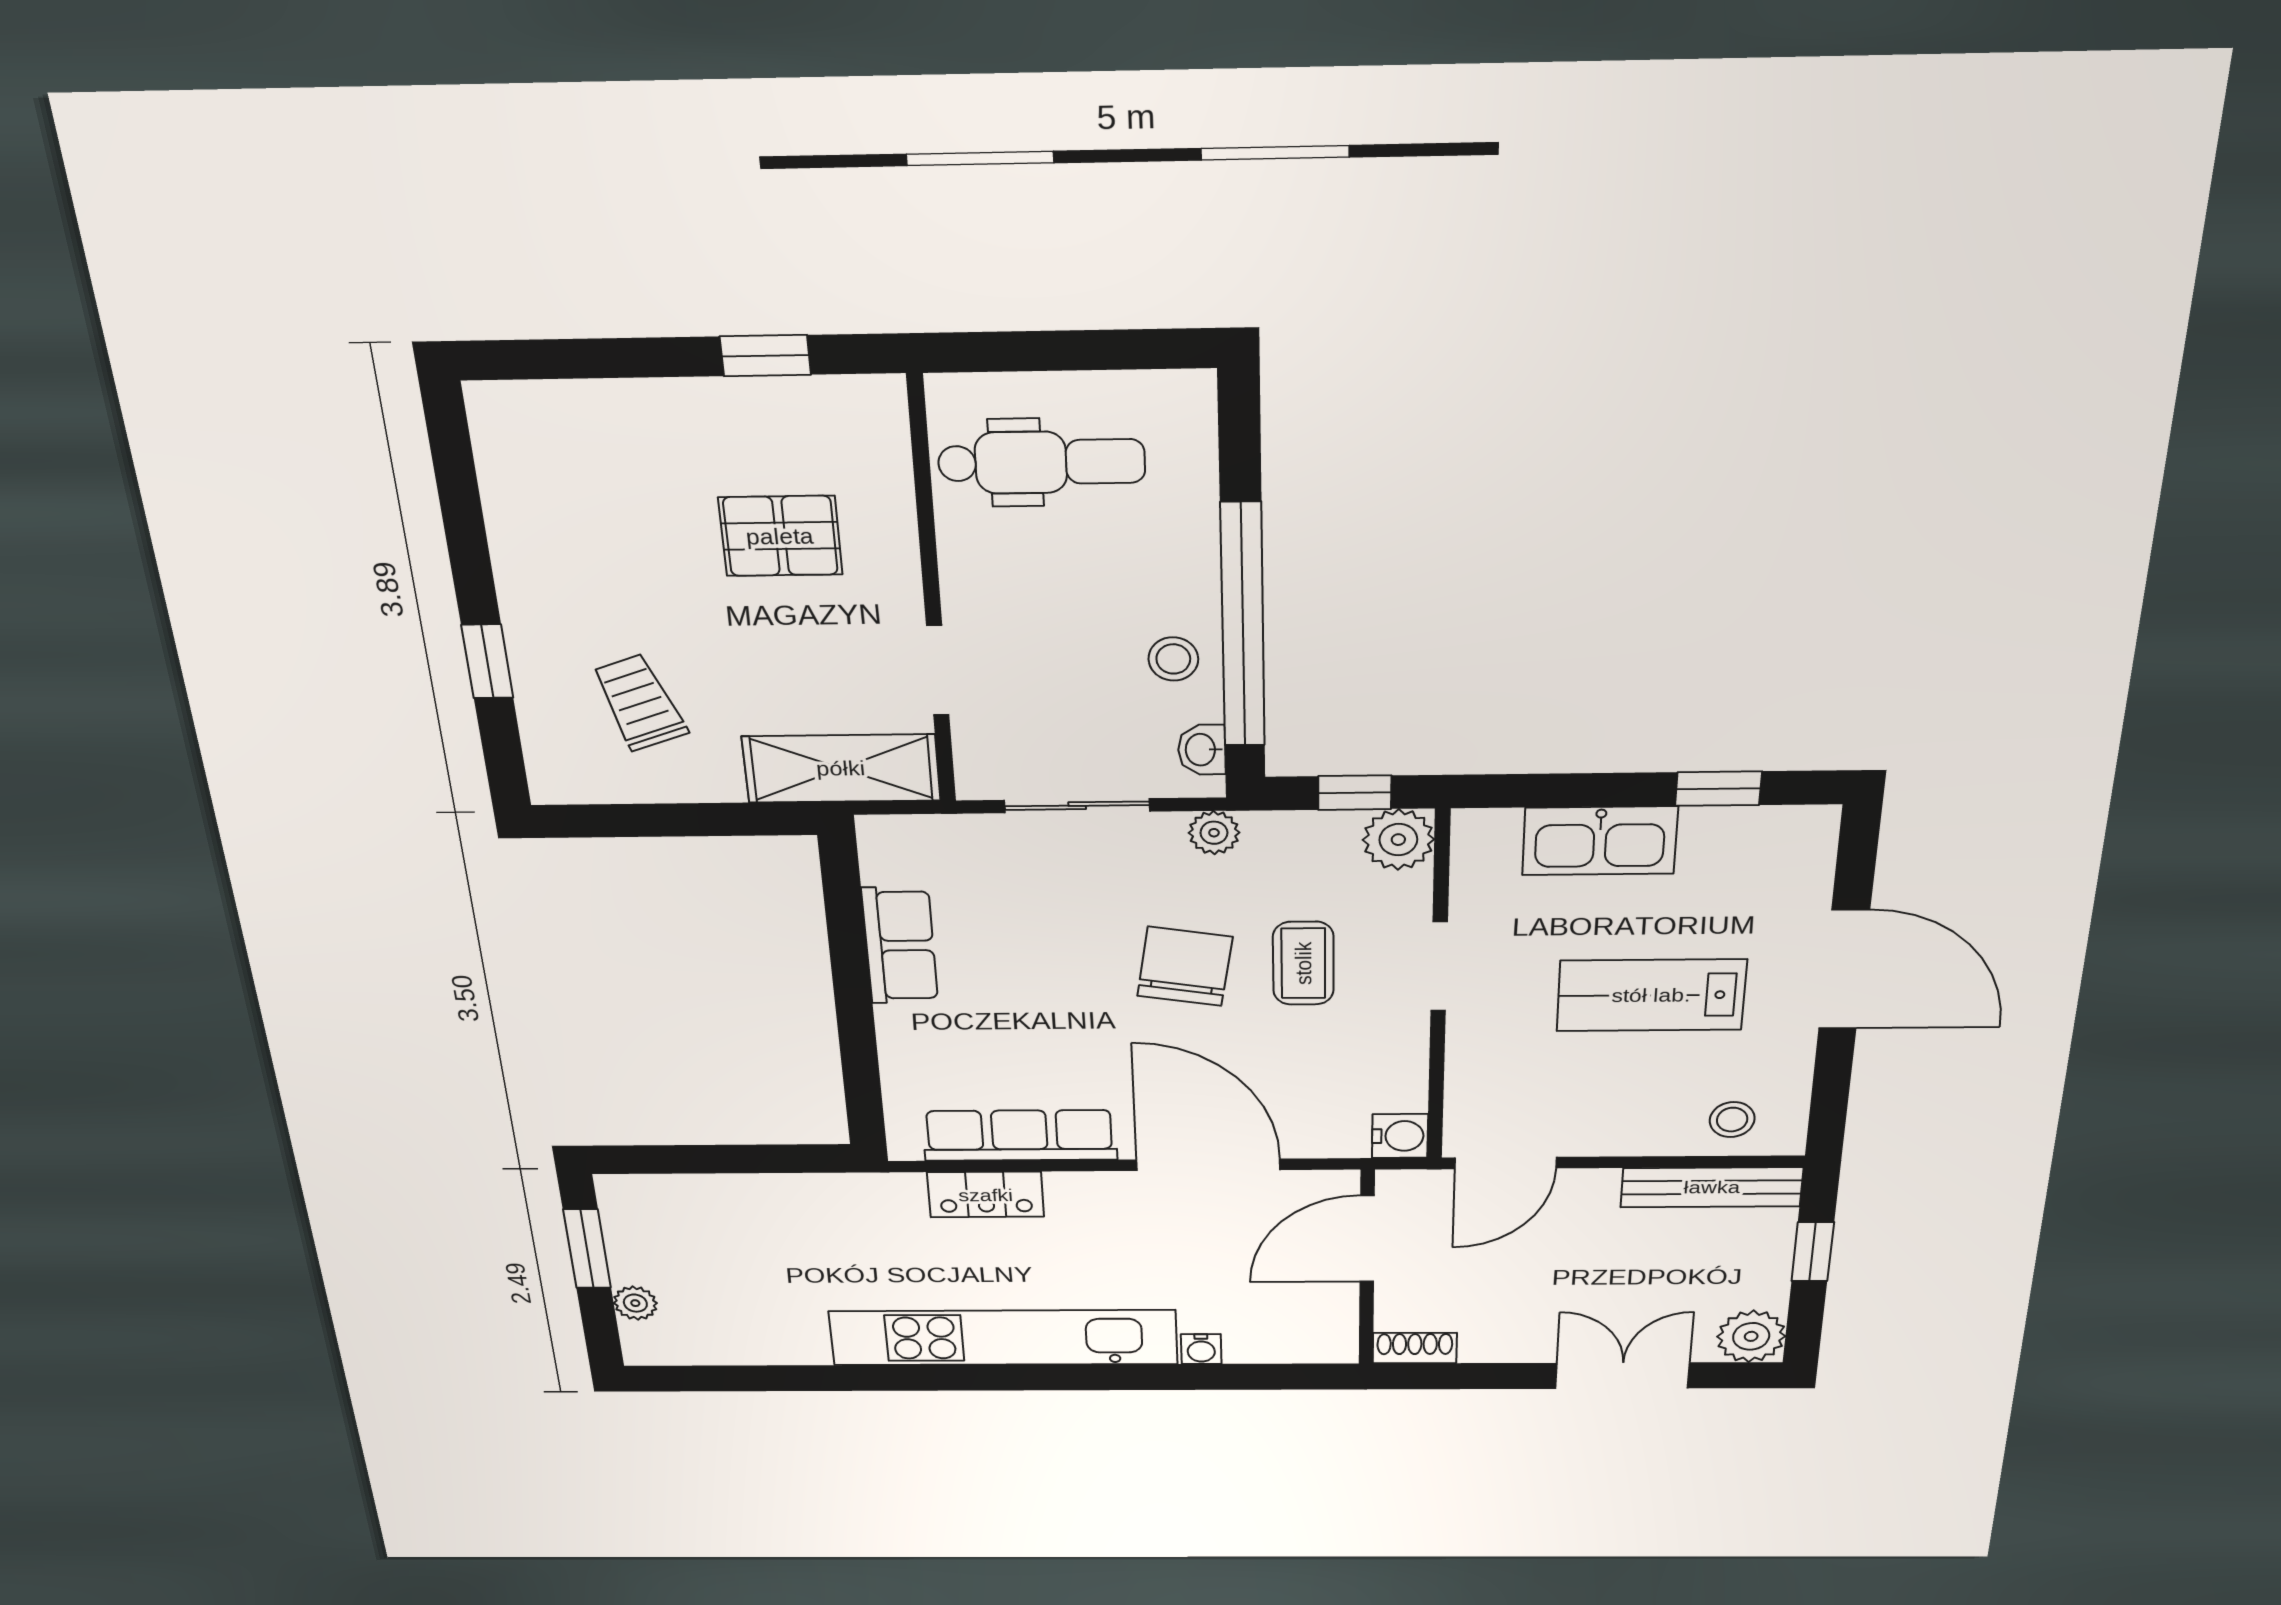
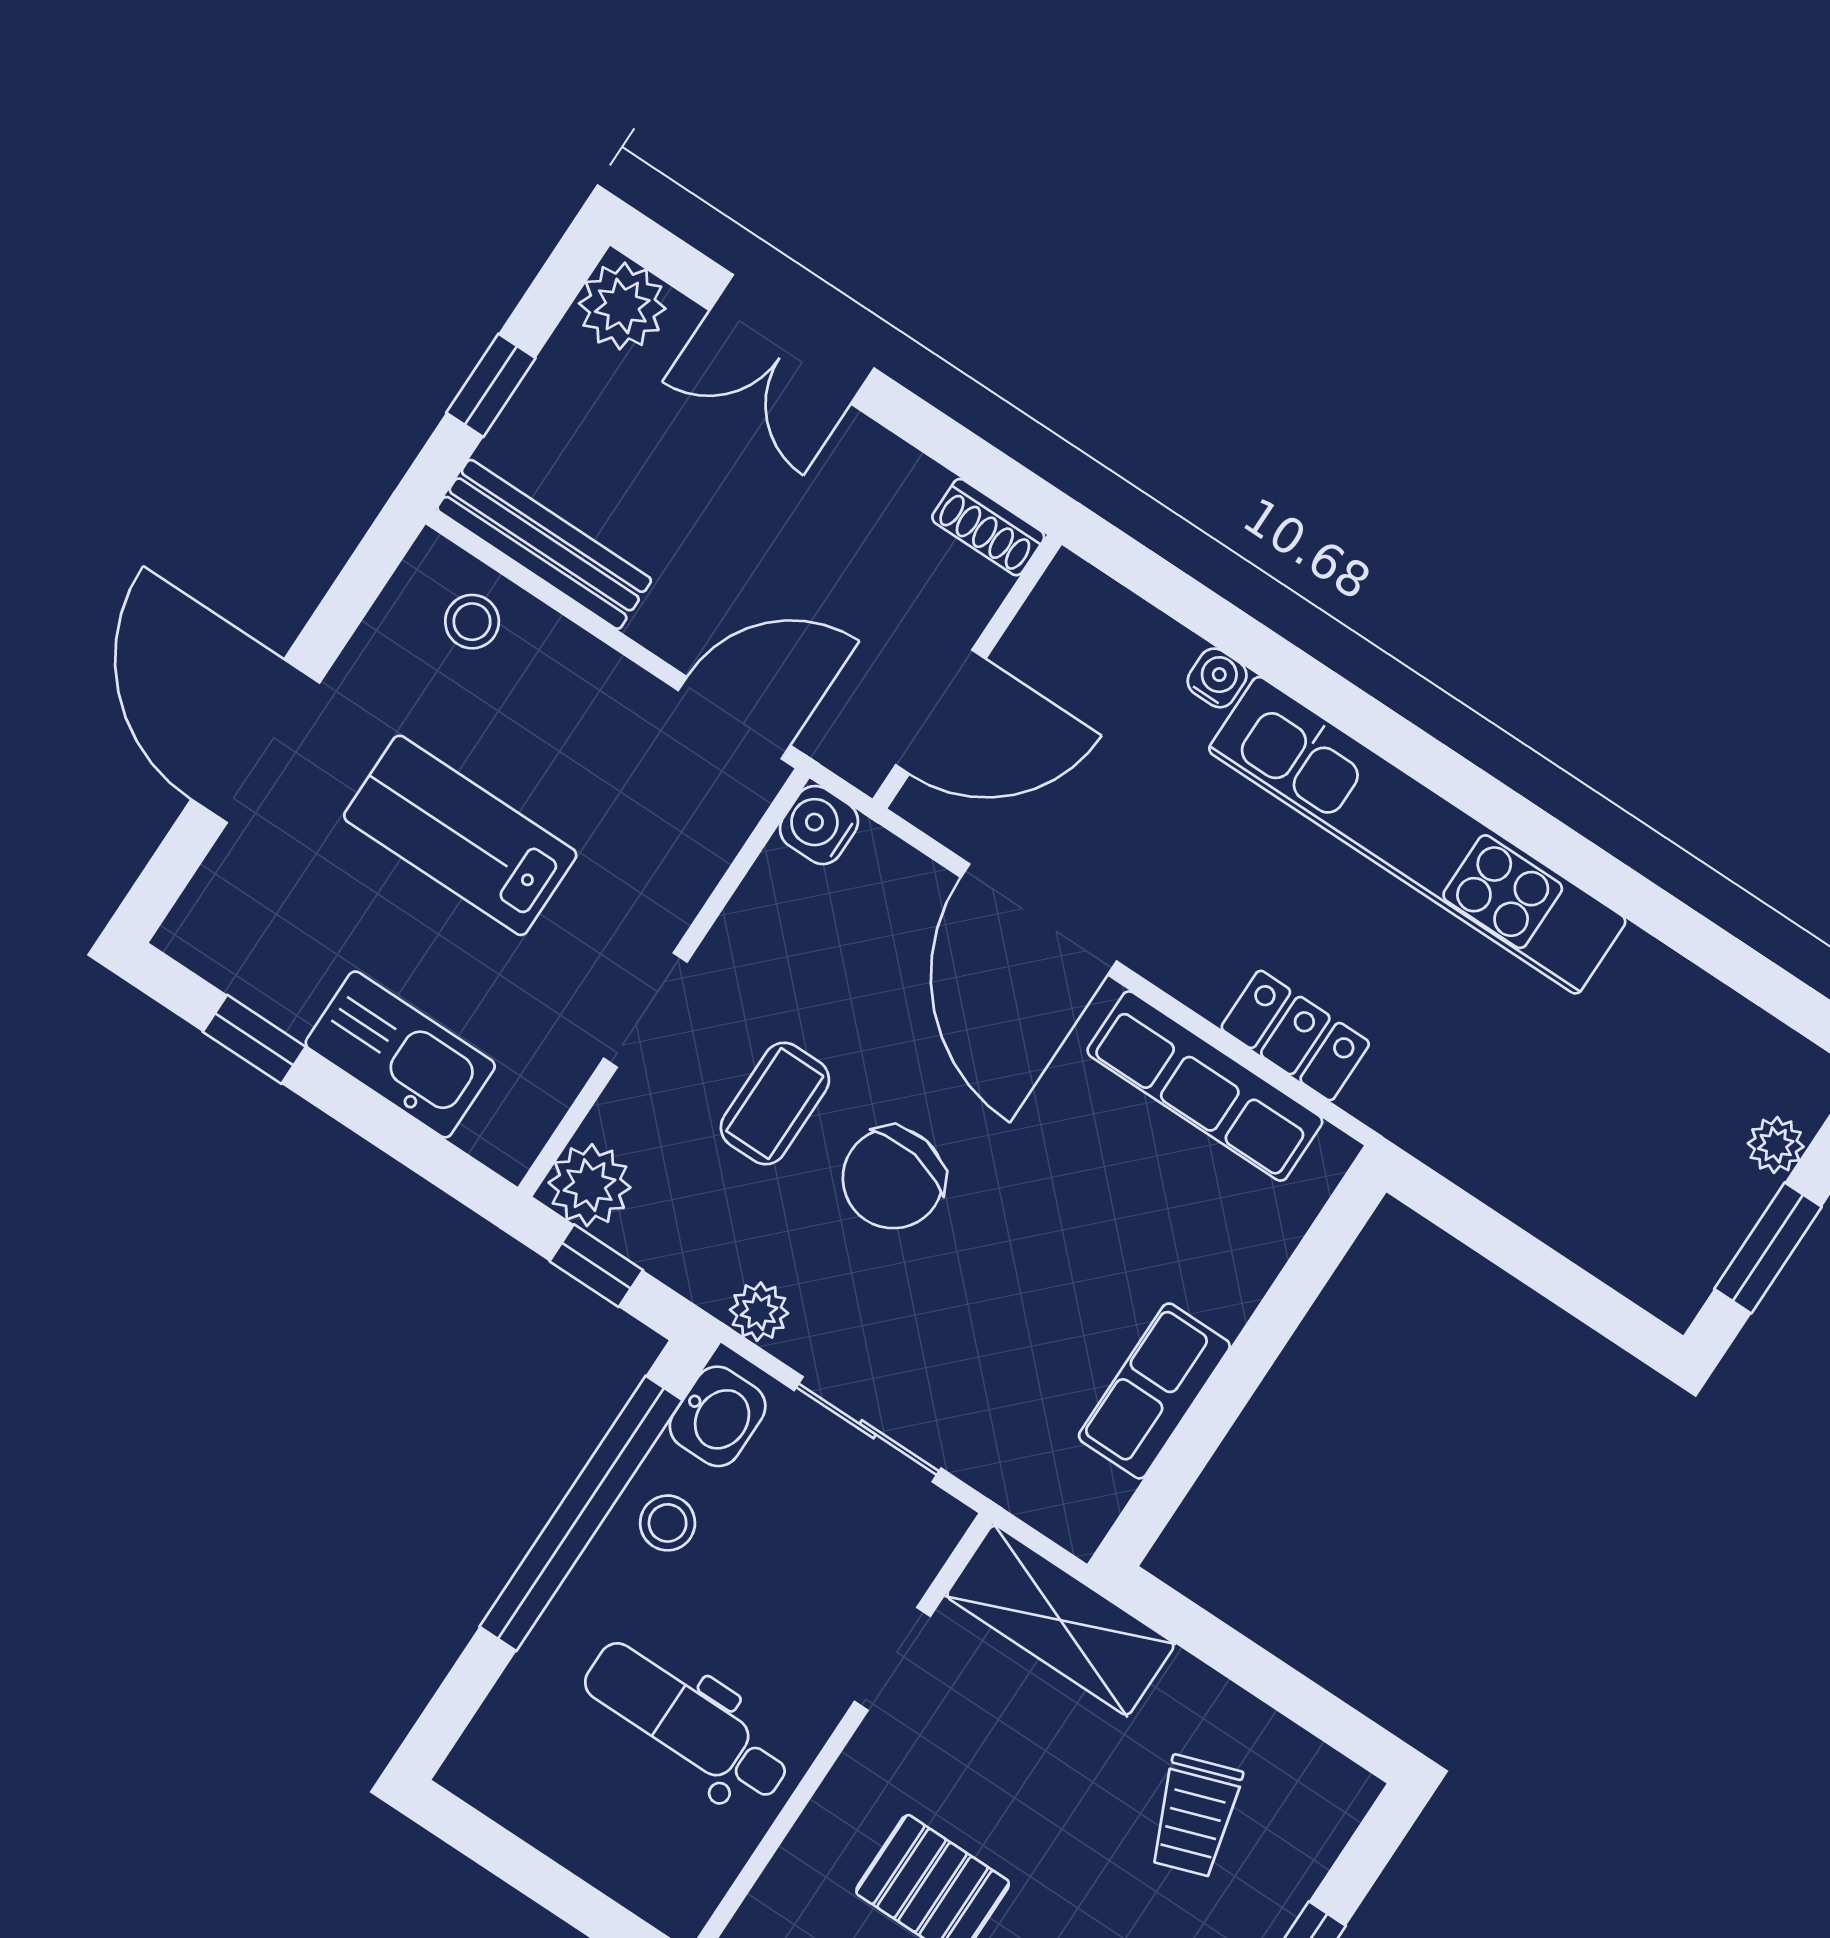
dental chair: (1042, 462) -> (687, 1723), moved
washbasin: (1202, 750) -> (718, 1416), width x1.38, depth x1.45
lab bench: (1651, 995) -> (460, 835), turned 180

